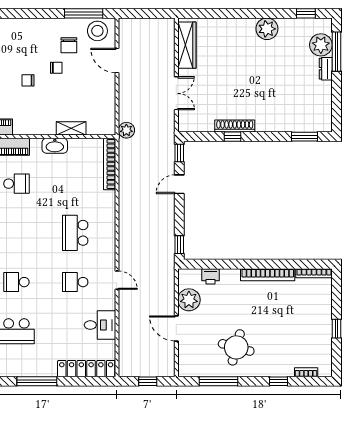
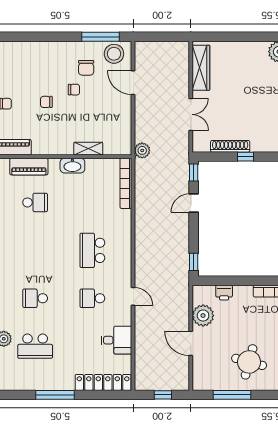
shoe rack: (235, 126) -> (230, 146), moved

